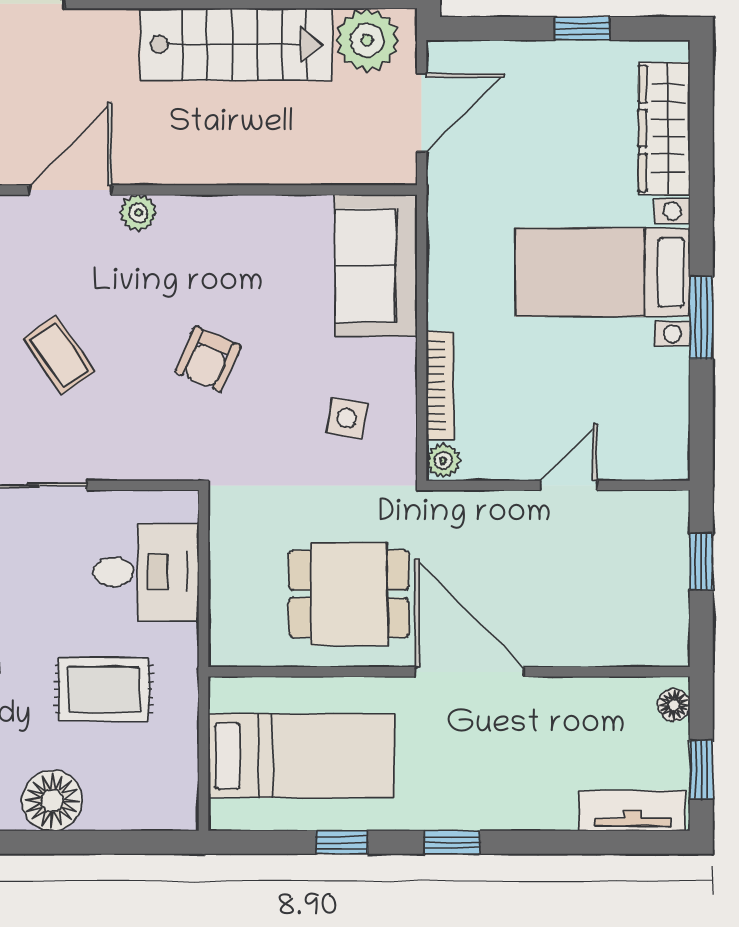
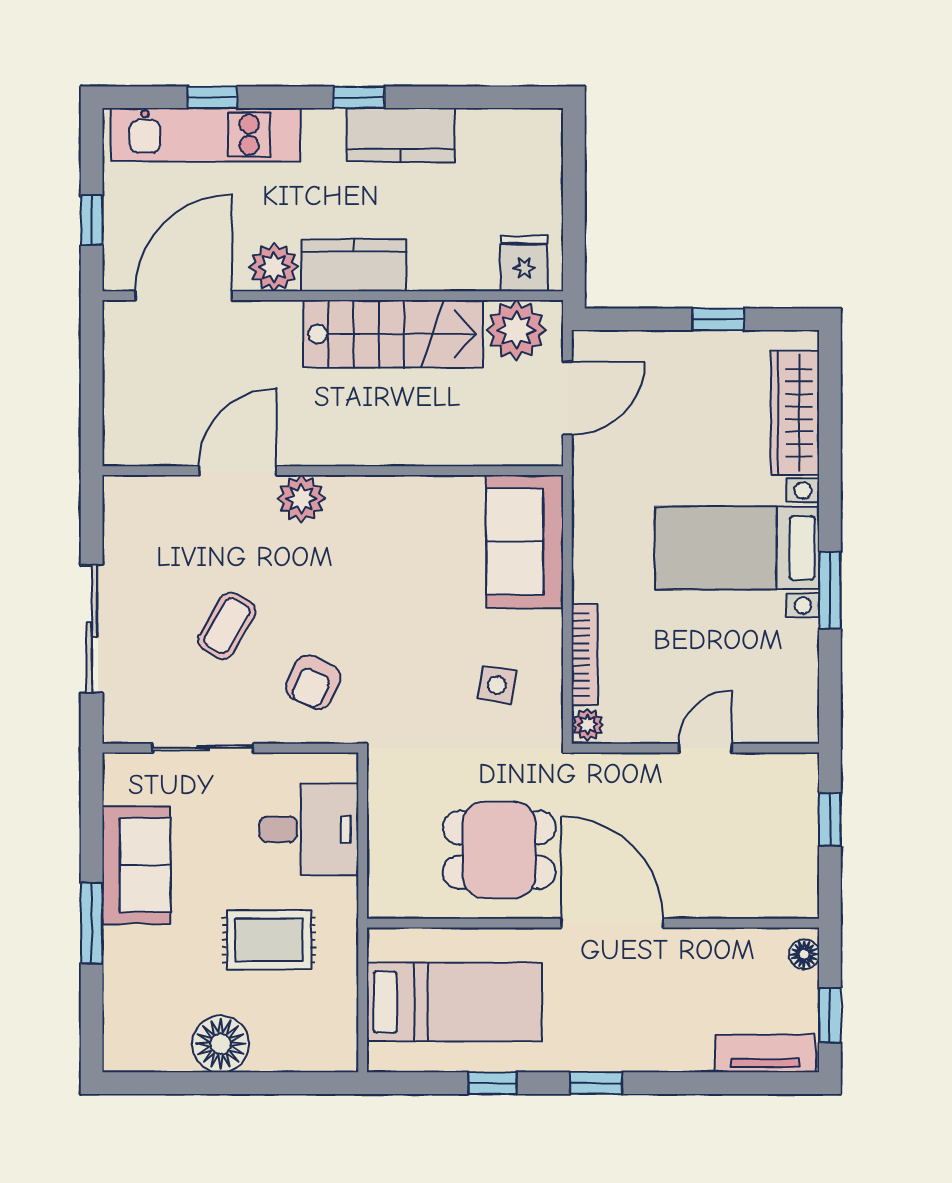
plant: (138, 213) -> (301, 499), width x1.38, depth x1.38
coffee table: (59, 355) -> (227, 626), turned 65
armchair: (208, 359) -> (313, 682), moved

